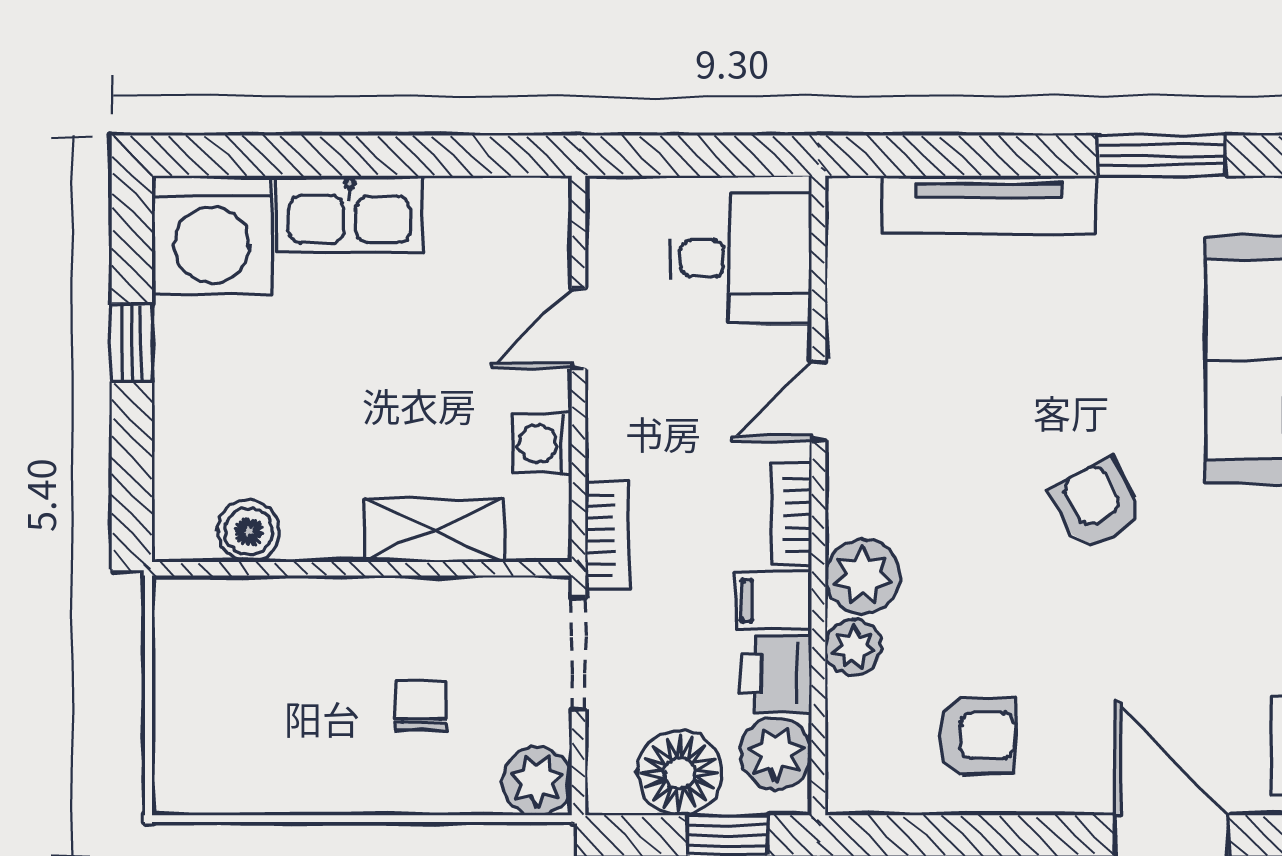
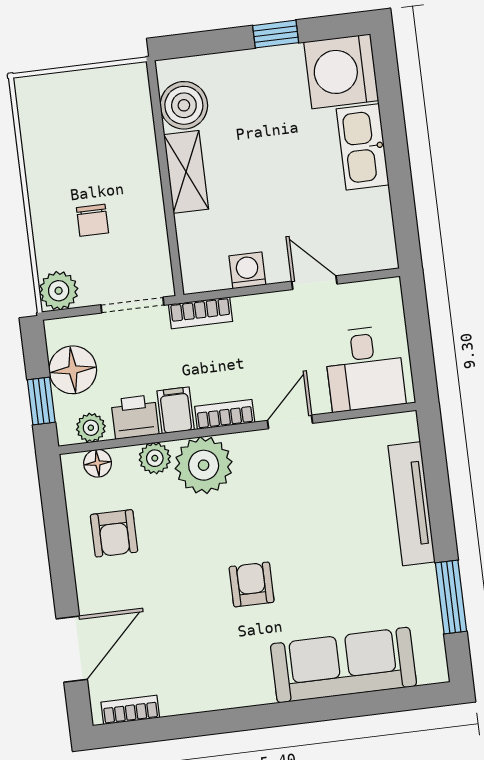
door: (818, 401) -> (290, 422), hinge flipped
armchair: (1097, 504) -> (252, 584), turned -61
shelving: (434, 530) -> (186, 172), moved
boiler: (249, 531) -> (184, 105), width x1.36, depth x1.36
plant: (862, 577) -> (204, 465), width x1.36, depth x1.36
chair: (420, 706) -> (92, 220), turned 90
floor lamp: (850, 749) -> (98, 463), added
plant: (776, 754) -> (91, 428), width x0.73, depth x0.73

